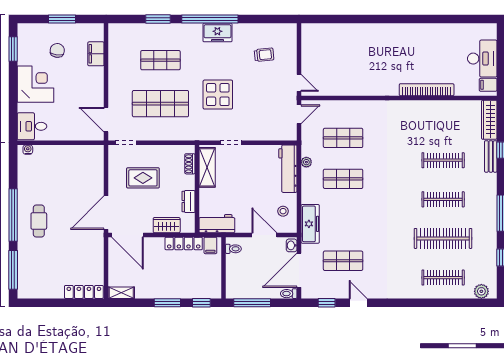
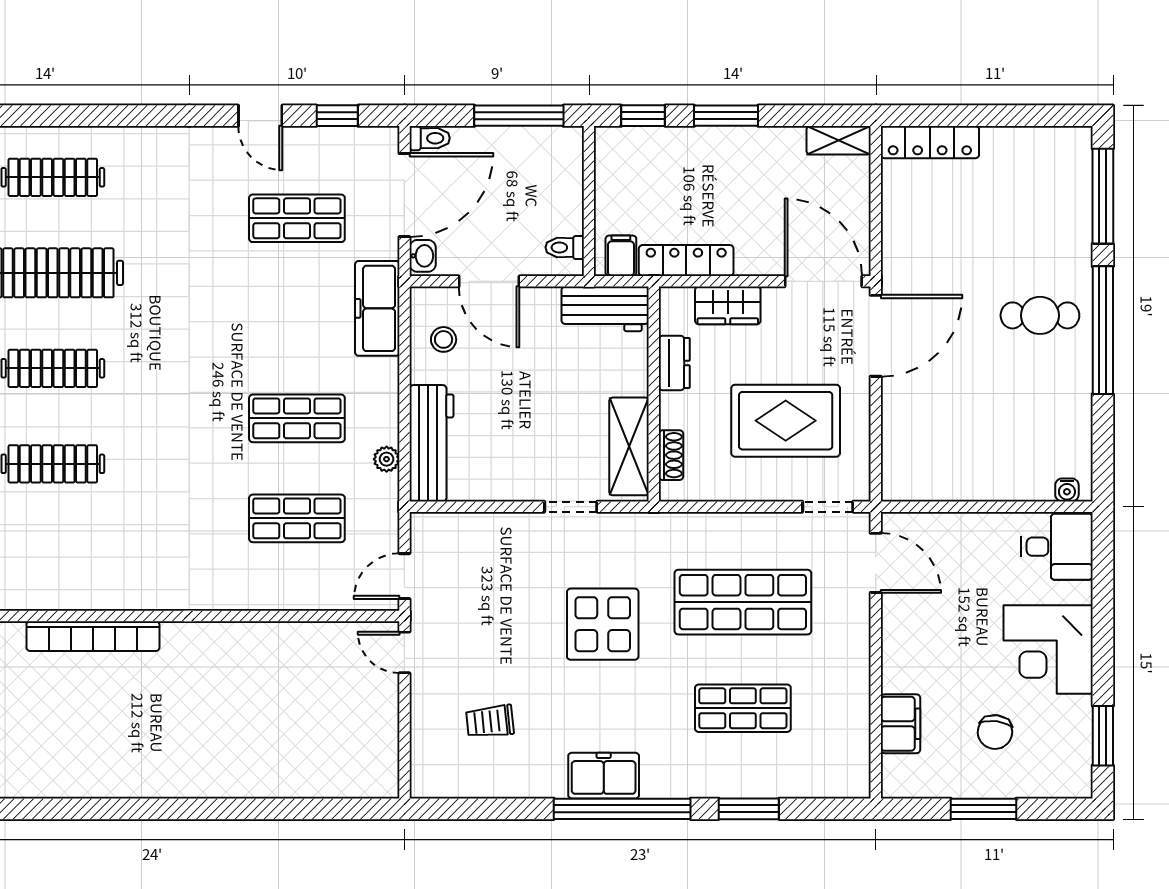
rug: (143, 178) -> (786, 421), width x1.36, depth x1.43
cafe table: (39, 221) -> (1040, 315), turned 90

